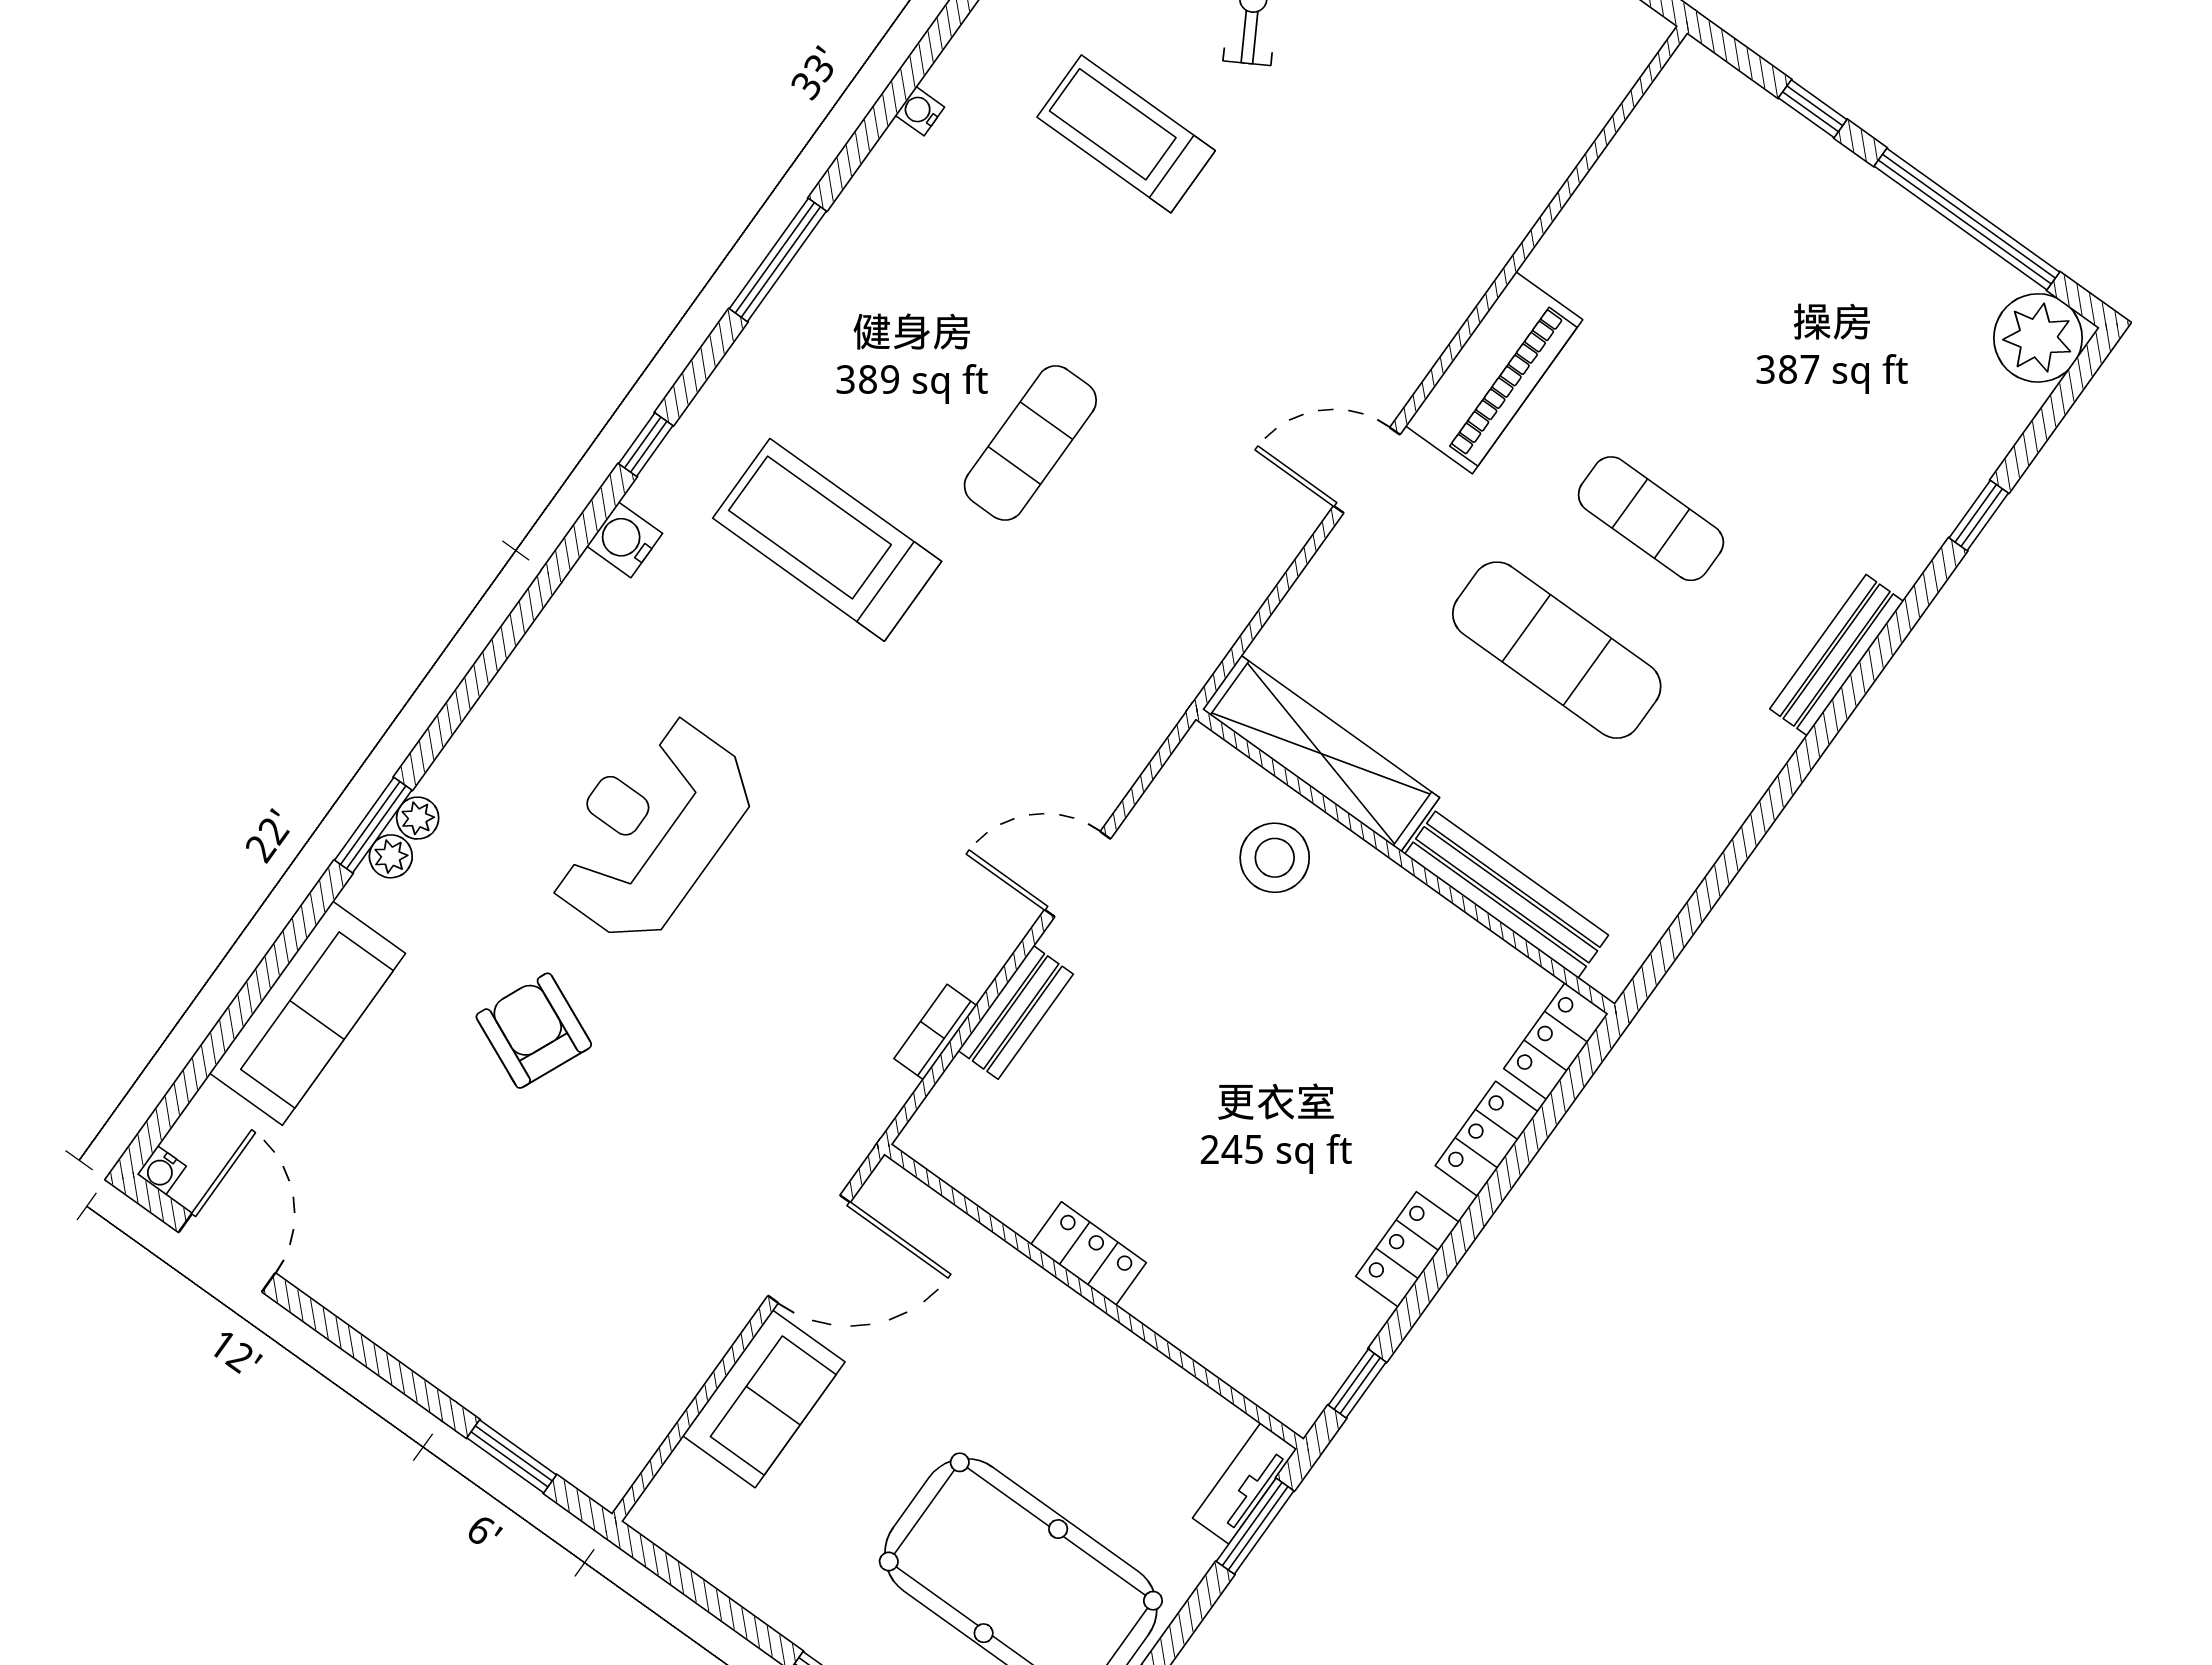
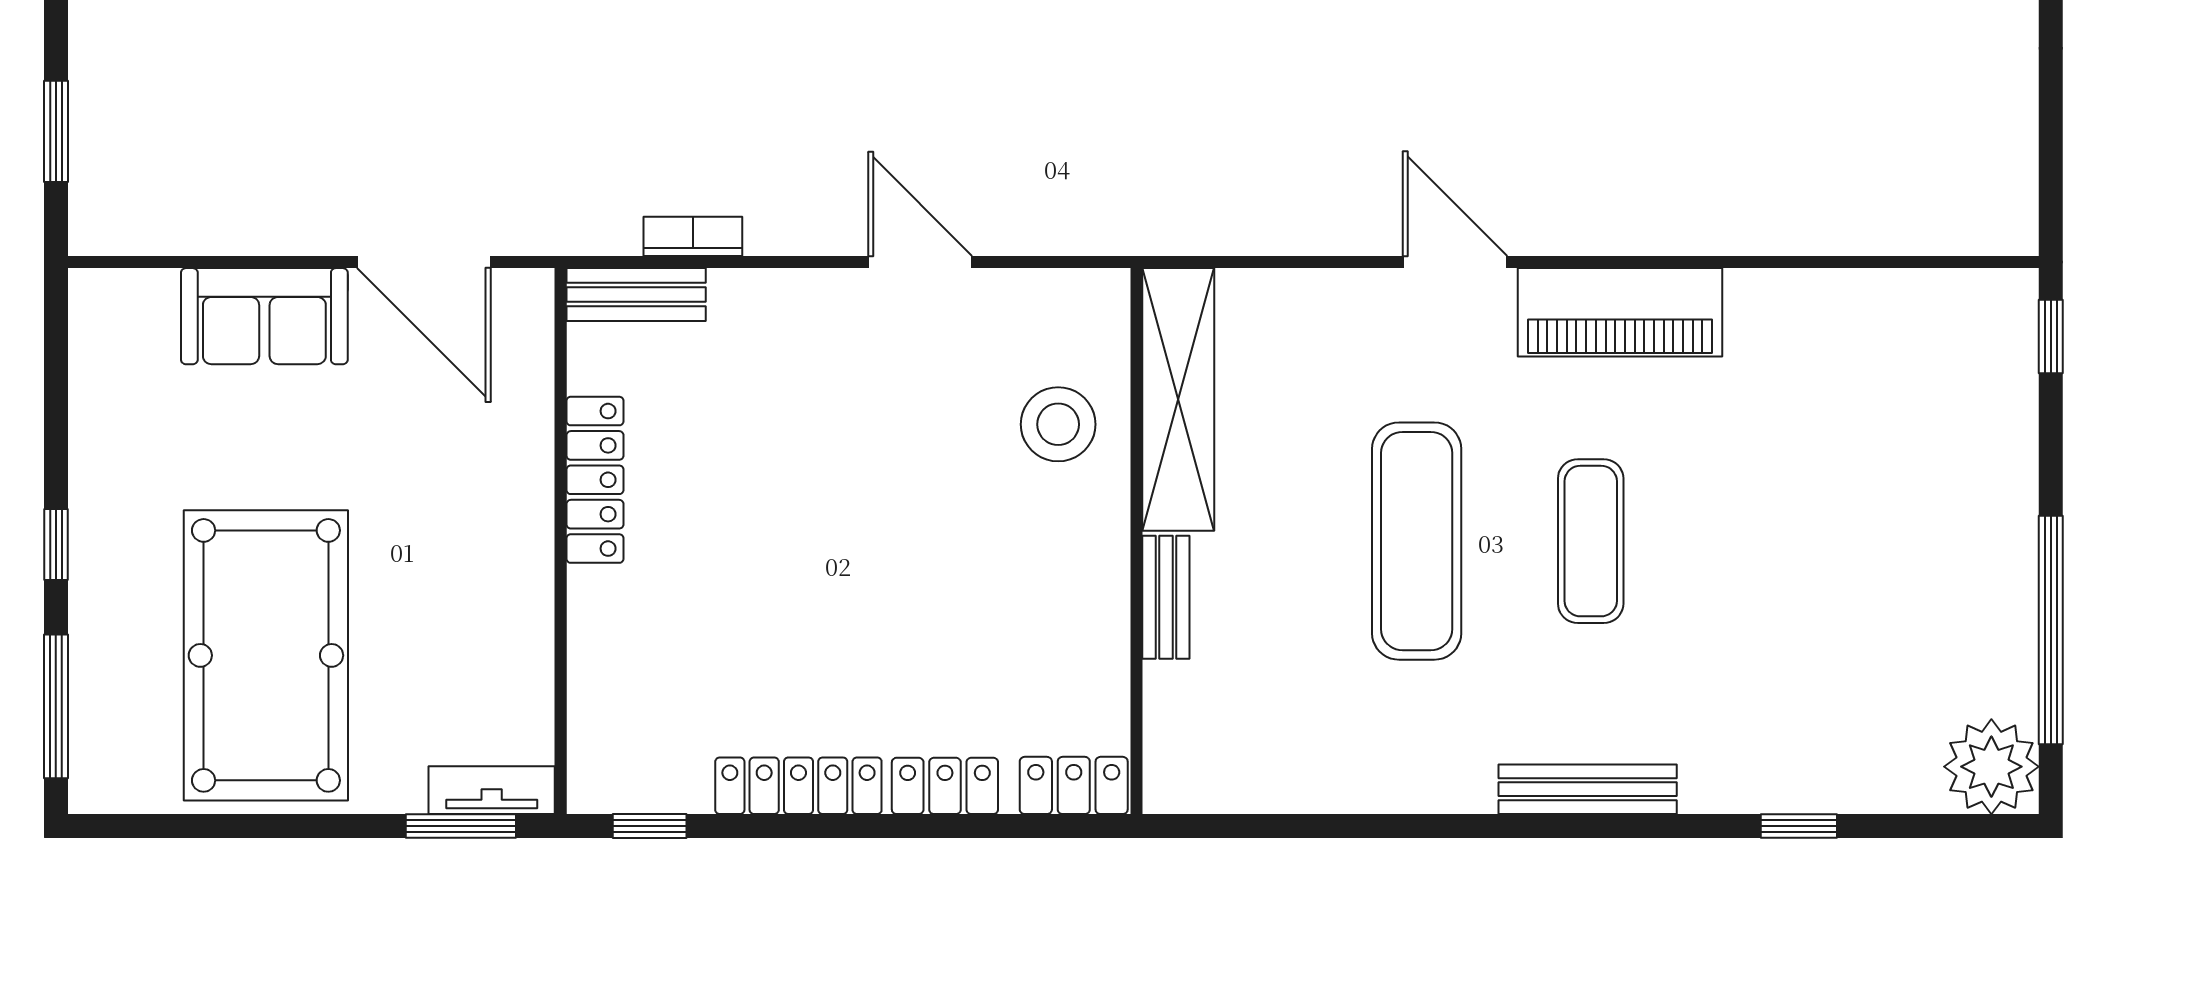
window: (1813, 109) -> (2051, 336), moved
bench: (1507, 895) -> (1166, 597), width x0.54, depth x0.82
bench: (1016, 1012) -> (636, 295), moved
locker: (1407, 1249) -> (798, 786), width x1.53
locker: (1089, 1254) -> (595, 480), width x1.53

